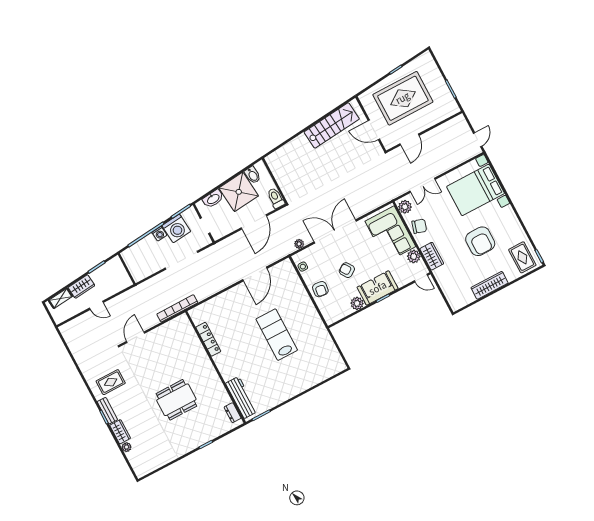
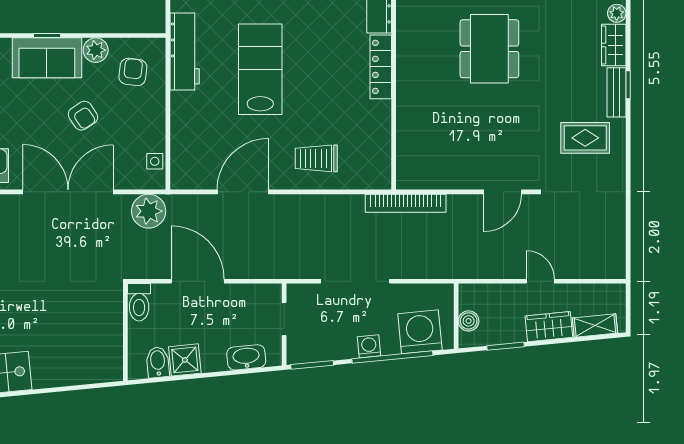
shower: (239, 192) -> (185, 360), width x0.54, depth x0.54
door: (254, 222) -> (198, 281), hinge flipped
washing machine: (176, 228) -> (420, 332), moved
double door: (335, 231) -> (68, 192), swing flipped
plant: (299, 244) -> (149, 211), width x1.88, depth x1.88
boiler: (120, 270) -> (469, 321), added
armchair: (320, 289) -> (133, 72), moved
trolley: (229, 307) -> (316, 158), added
workbench: (316, 324) -> (185, 52), added
lab bench: (277, 335) -> (260, 69), turned 180
locker: (208, 339) -> (381, 67), moved
dining table: (176, 400) -> (489, 49), turned 90

